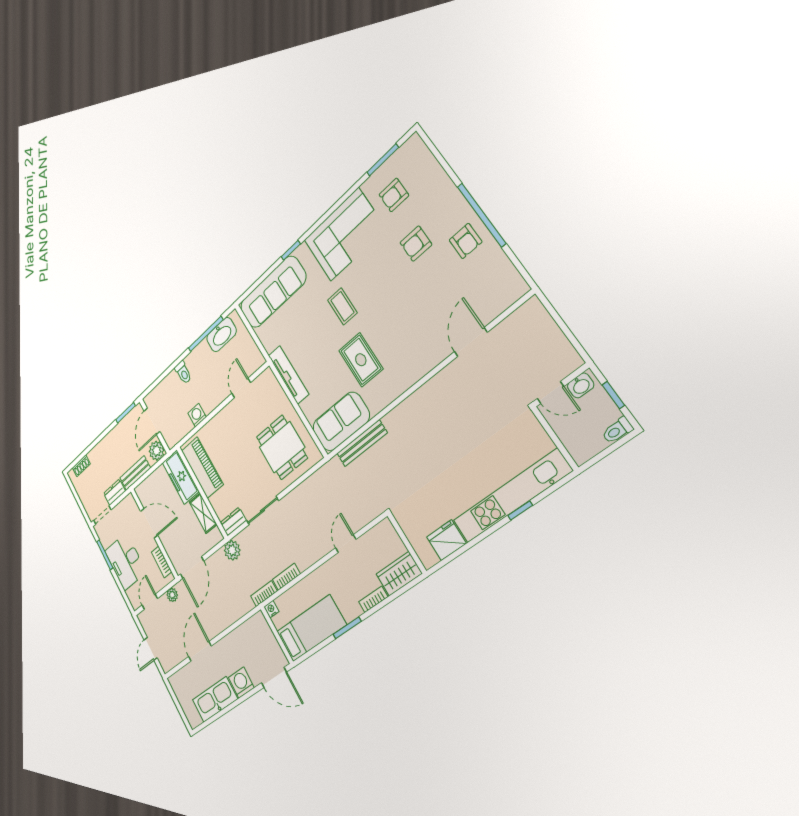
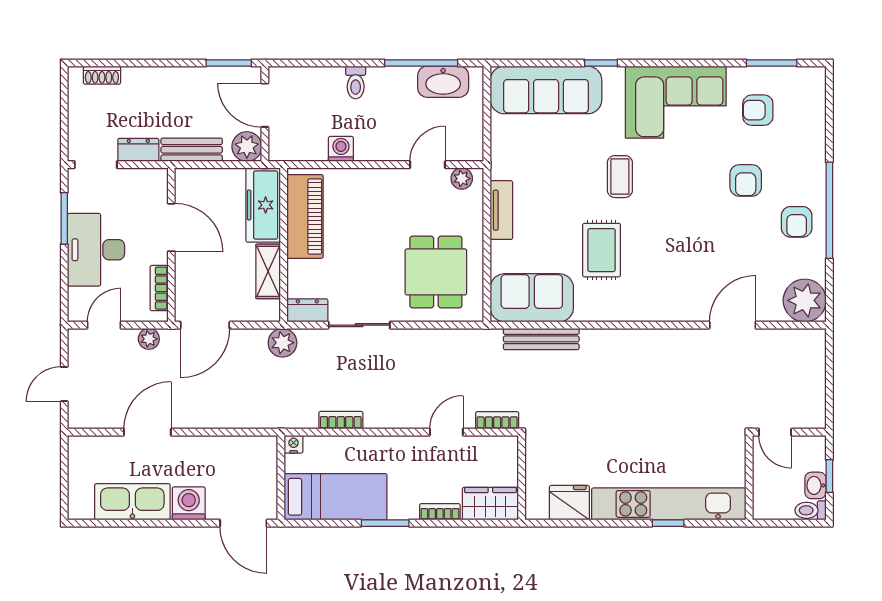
armchair: (416, 244) -> (746, 180), turned -90
plant: (507, 287) -> (805, 300), added
tv unit: (288, 375) -> (501, 210), width x0.71
plant: (262, 381) -> (462, 179), added
washbasin: (581, 385) -> (815, 485), moved, turned 90
door: (152, 421) -> (265, 105), hinge flipped
bookcase: (264, 594) -> (497, 420), moved

